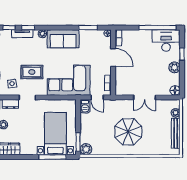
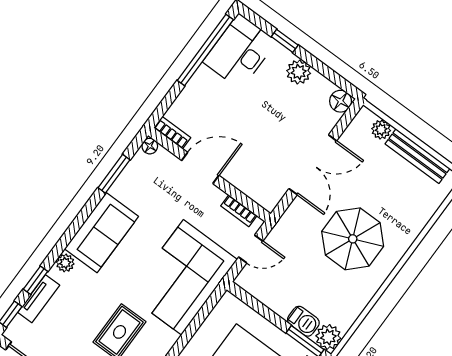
double door: (144, 97) -> (313, 165), width x1.37
barbecue: (85, 106) -> (303, 321), moved

